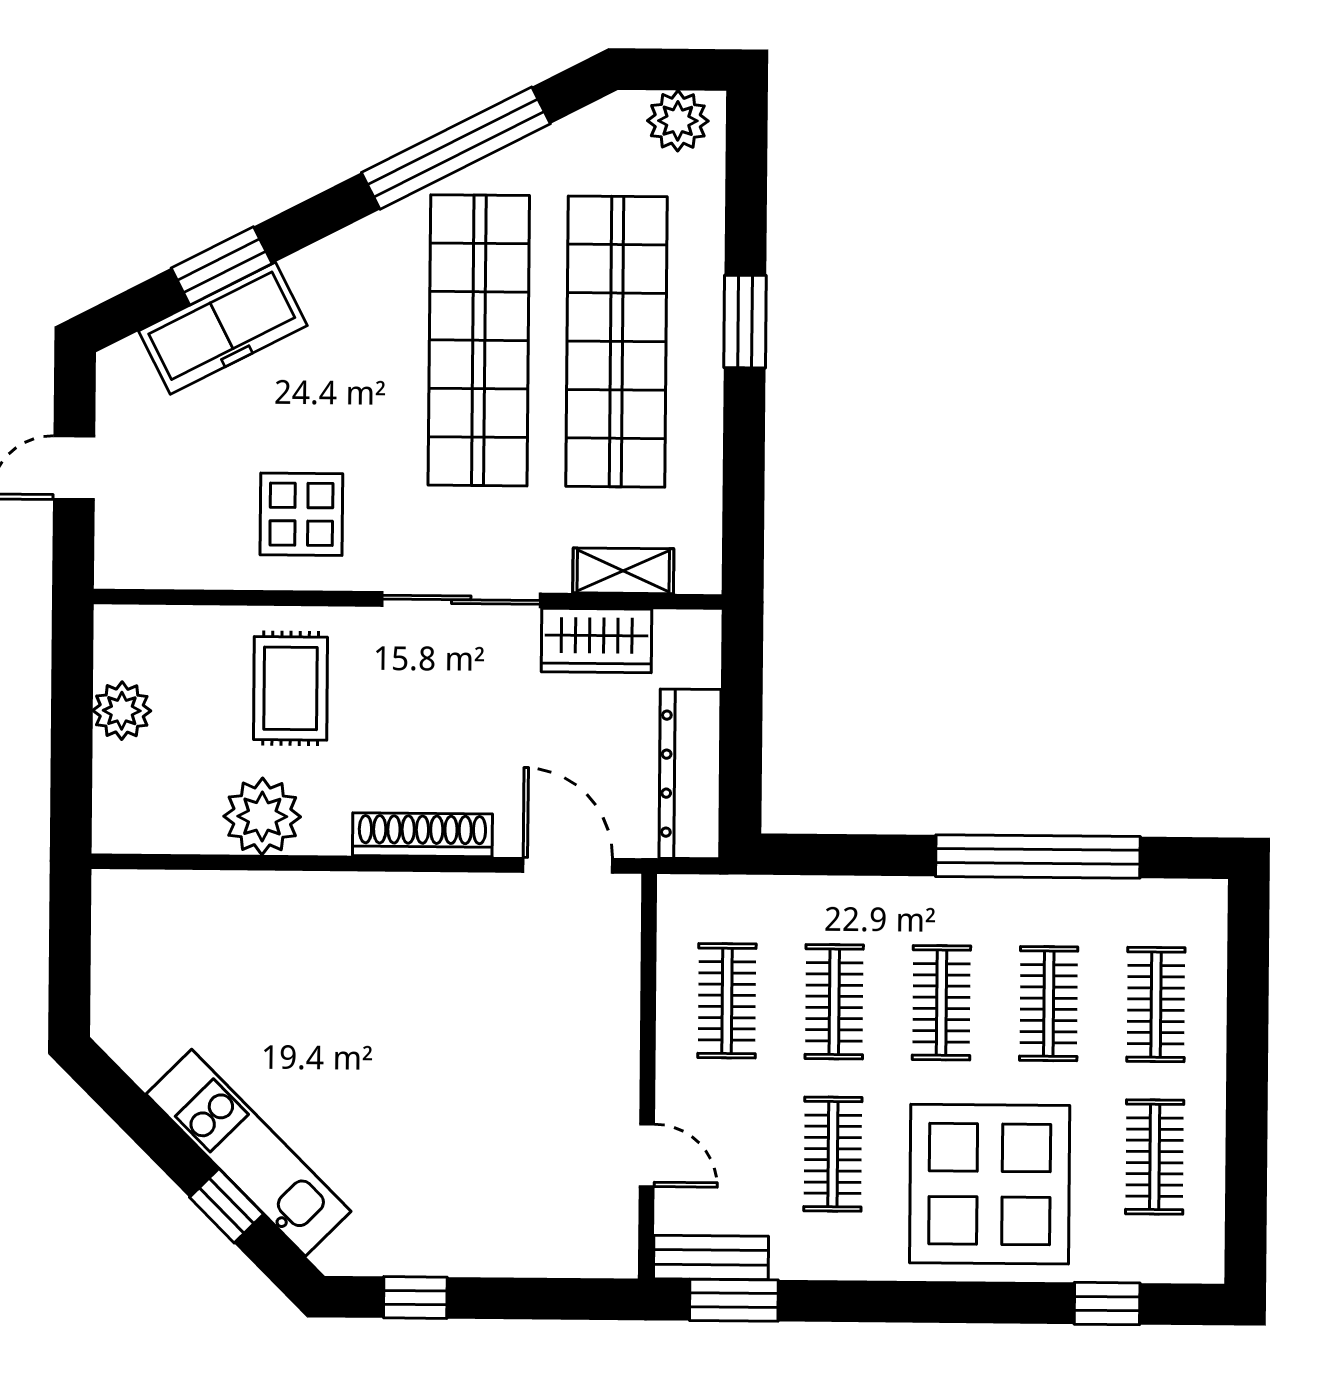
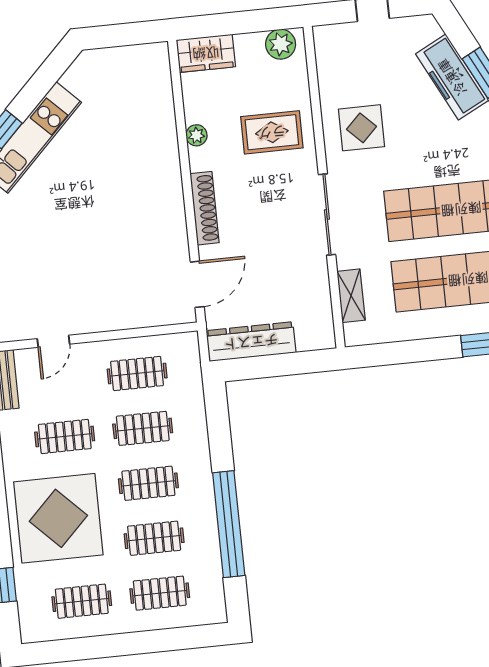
wardrobe: (597, 641) -> (206, 53), moved, turned -90
plant: (122, 711) -> (281, 44), moved
plant: (262, 816) -> (196, 135), width x0.53, depth x0.53

